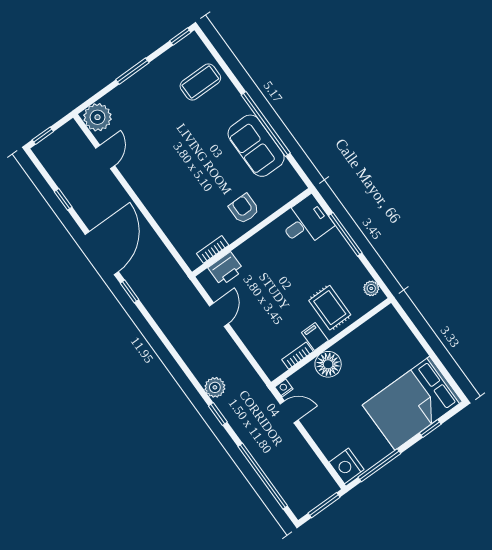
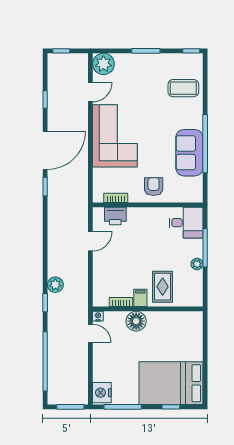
corner sofa: (164, 184) -> (115, 136), added
plant: (371, 288) -> (197, 264), moved

